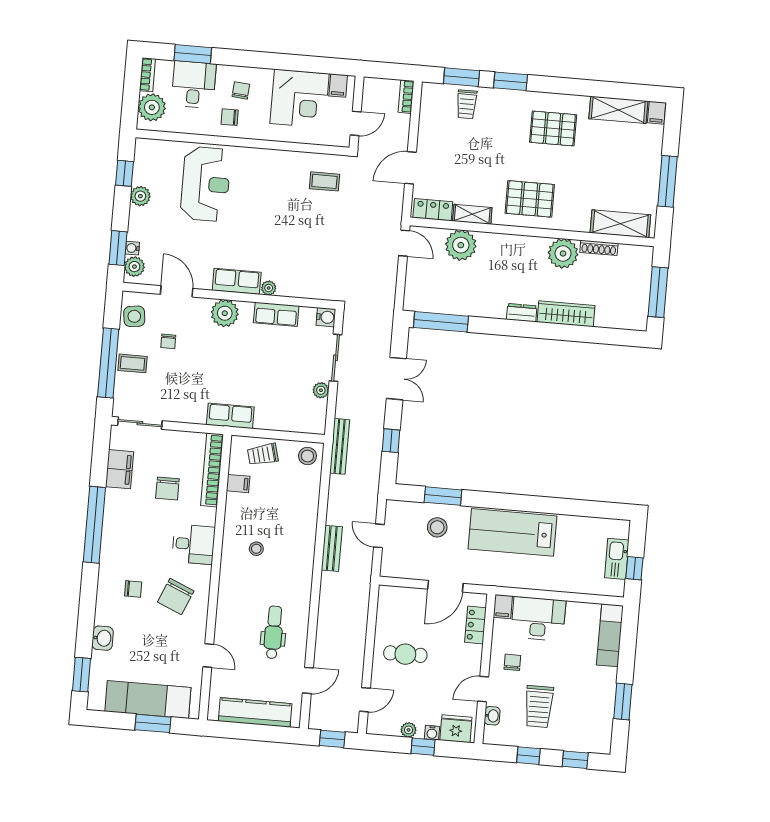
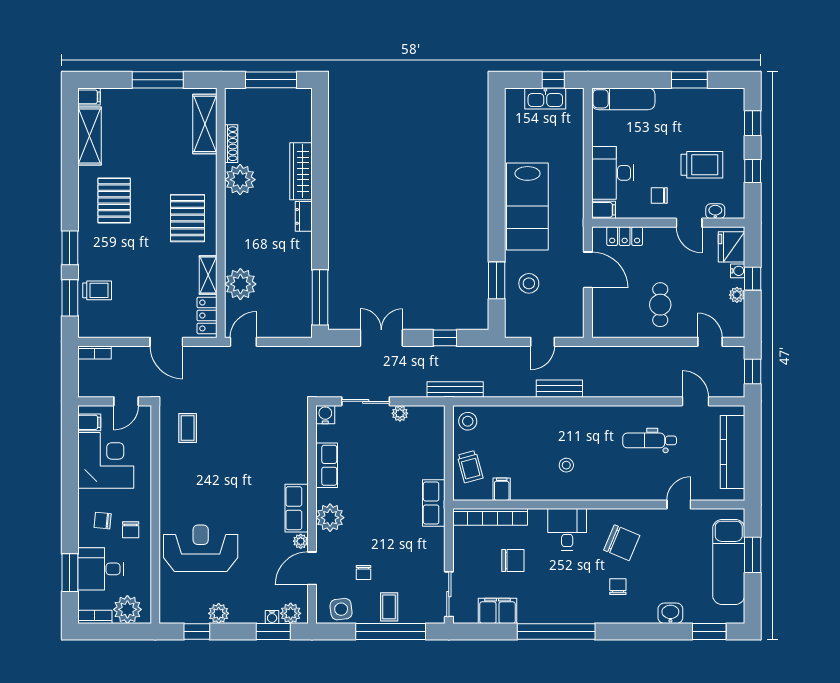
door: (356, 123) -> (126, 401), swing flipped
plant: (269, 288) -> (301, 541), moved
chair: (168, 341) -> (364, 572), turned 90

